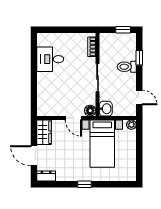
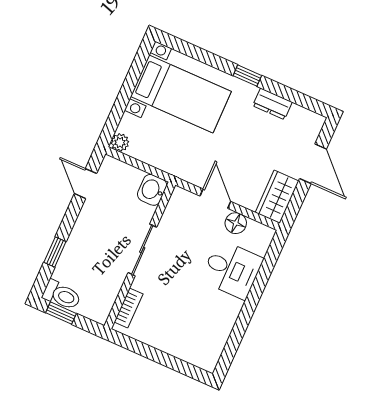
desk: (50, 59) -> (232, 270), moved
toilet: (127, 67) -> (62, 295), moved
floor lamp: (90, 111) -> (236, 223), moved
bed with nightstands: (102, 144) -> (181, 94), moved, turned 90
dresser: (46, 176) -> (272, 104), moved

